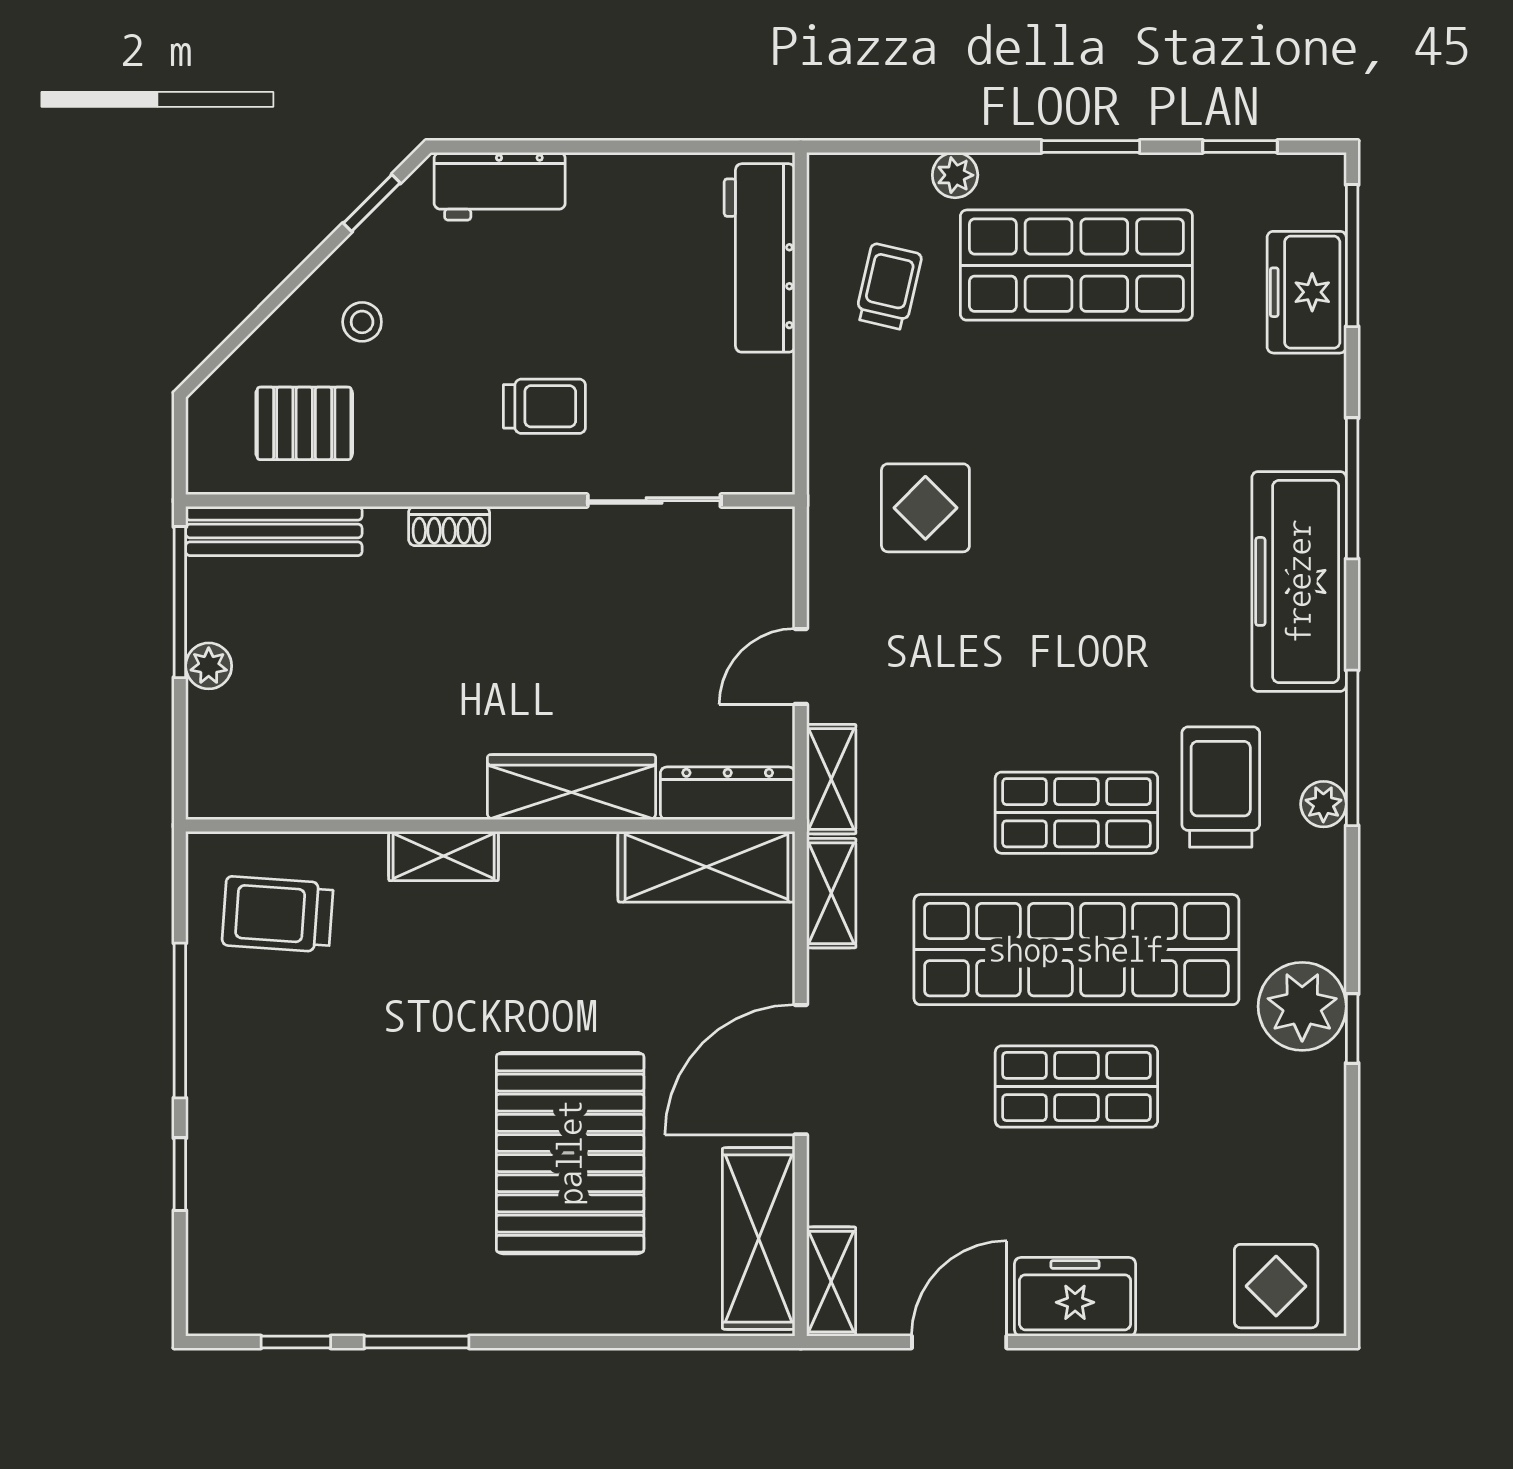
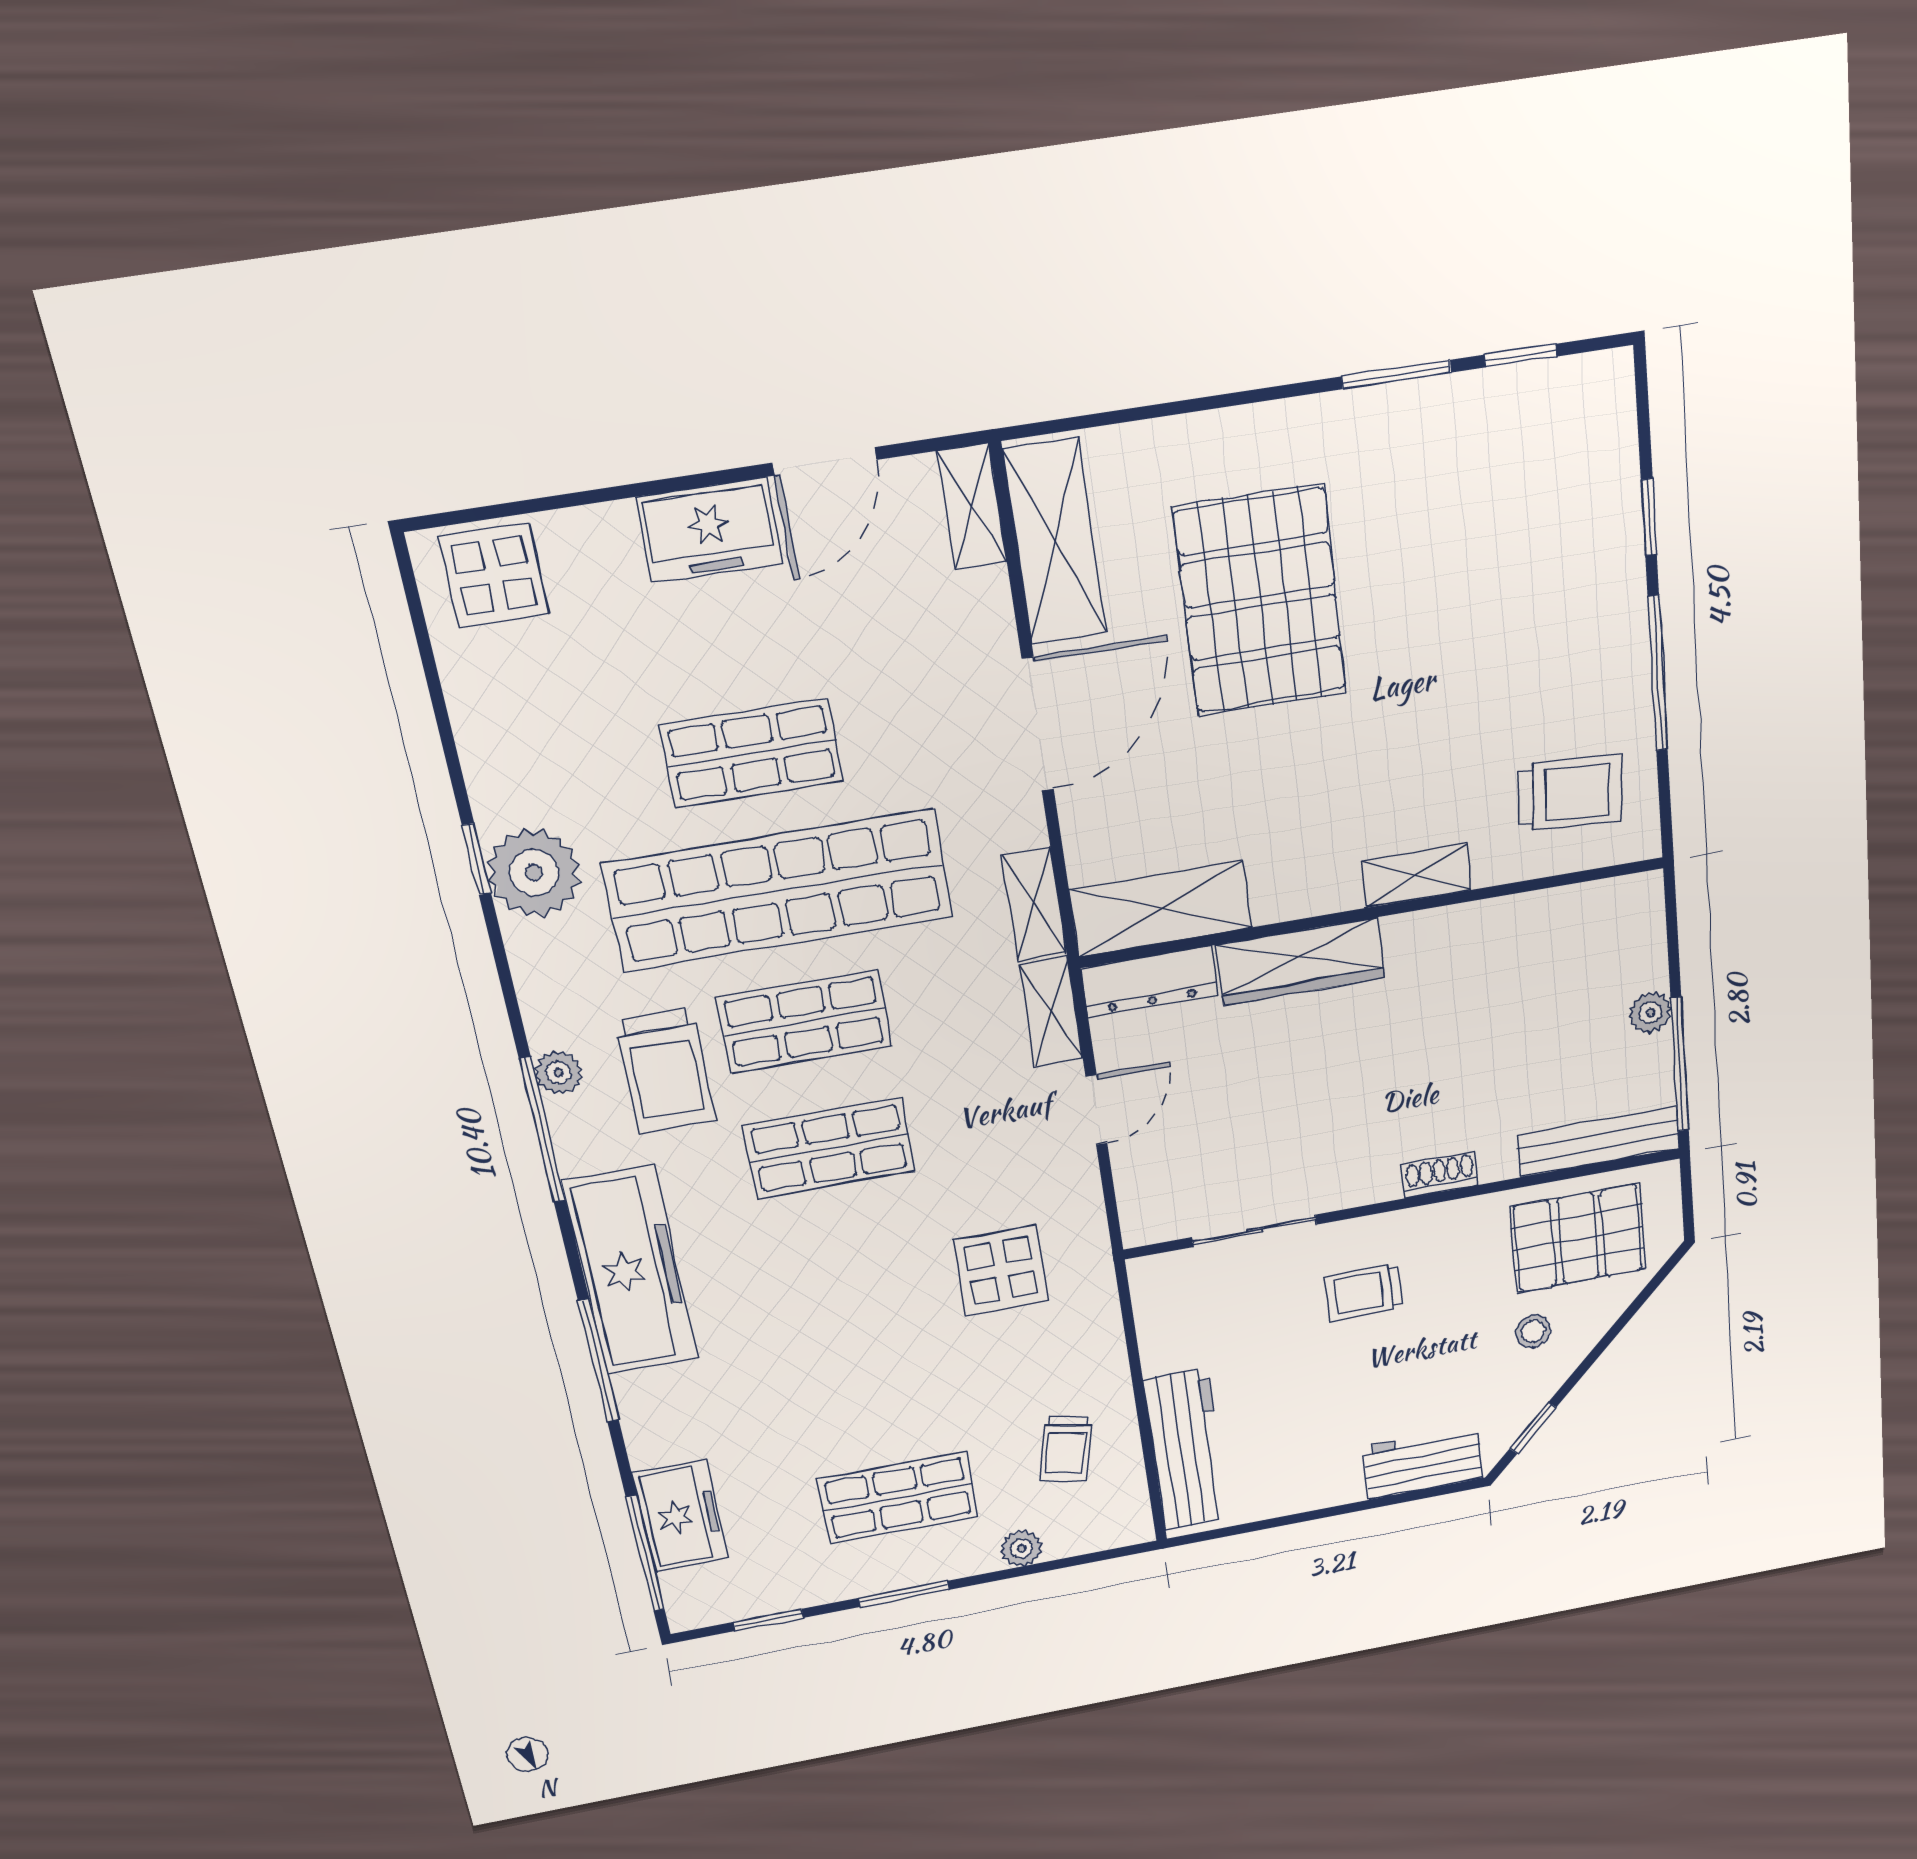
shop shelf: (1076, 265) -> (898, 1498), width x0.70, depth x0.74
pallet: (304, 423) -> (1578, 1238), width x1.50, depth x1.42
shop shelf: (1076, 676) -> (829, 1148), added

